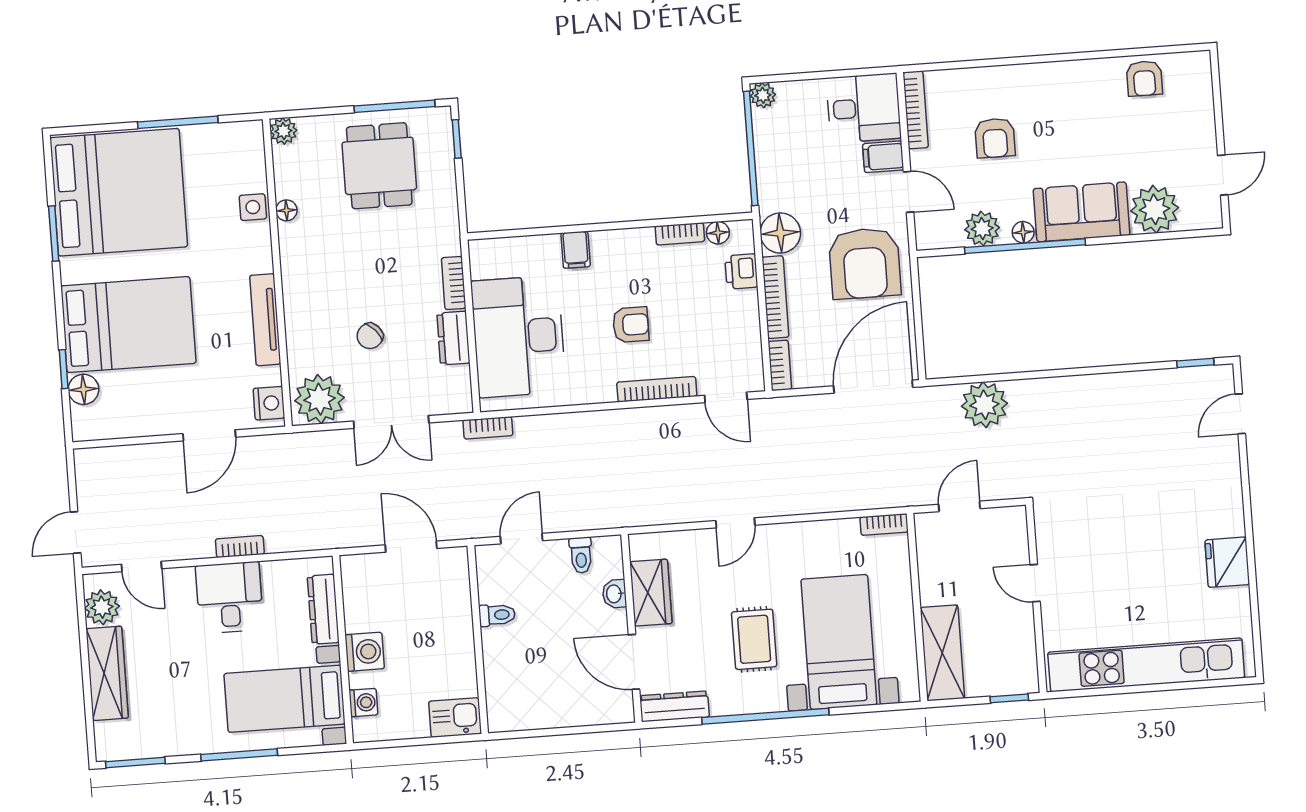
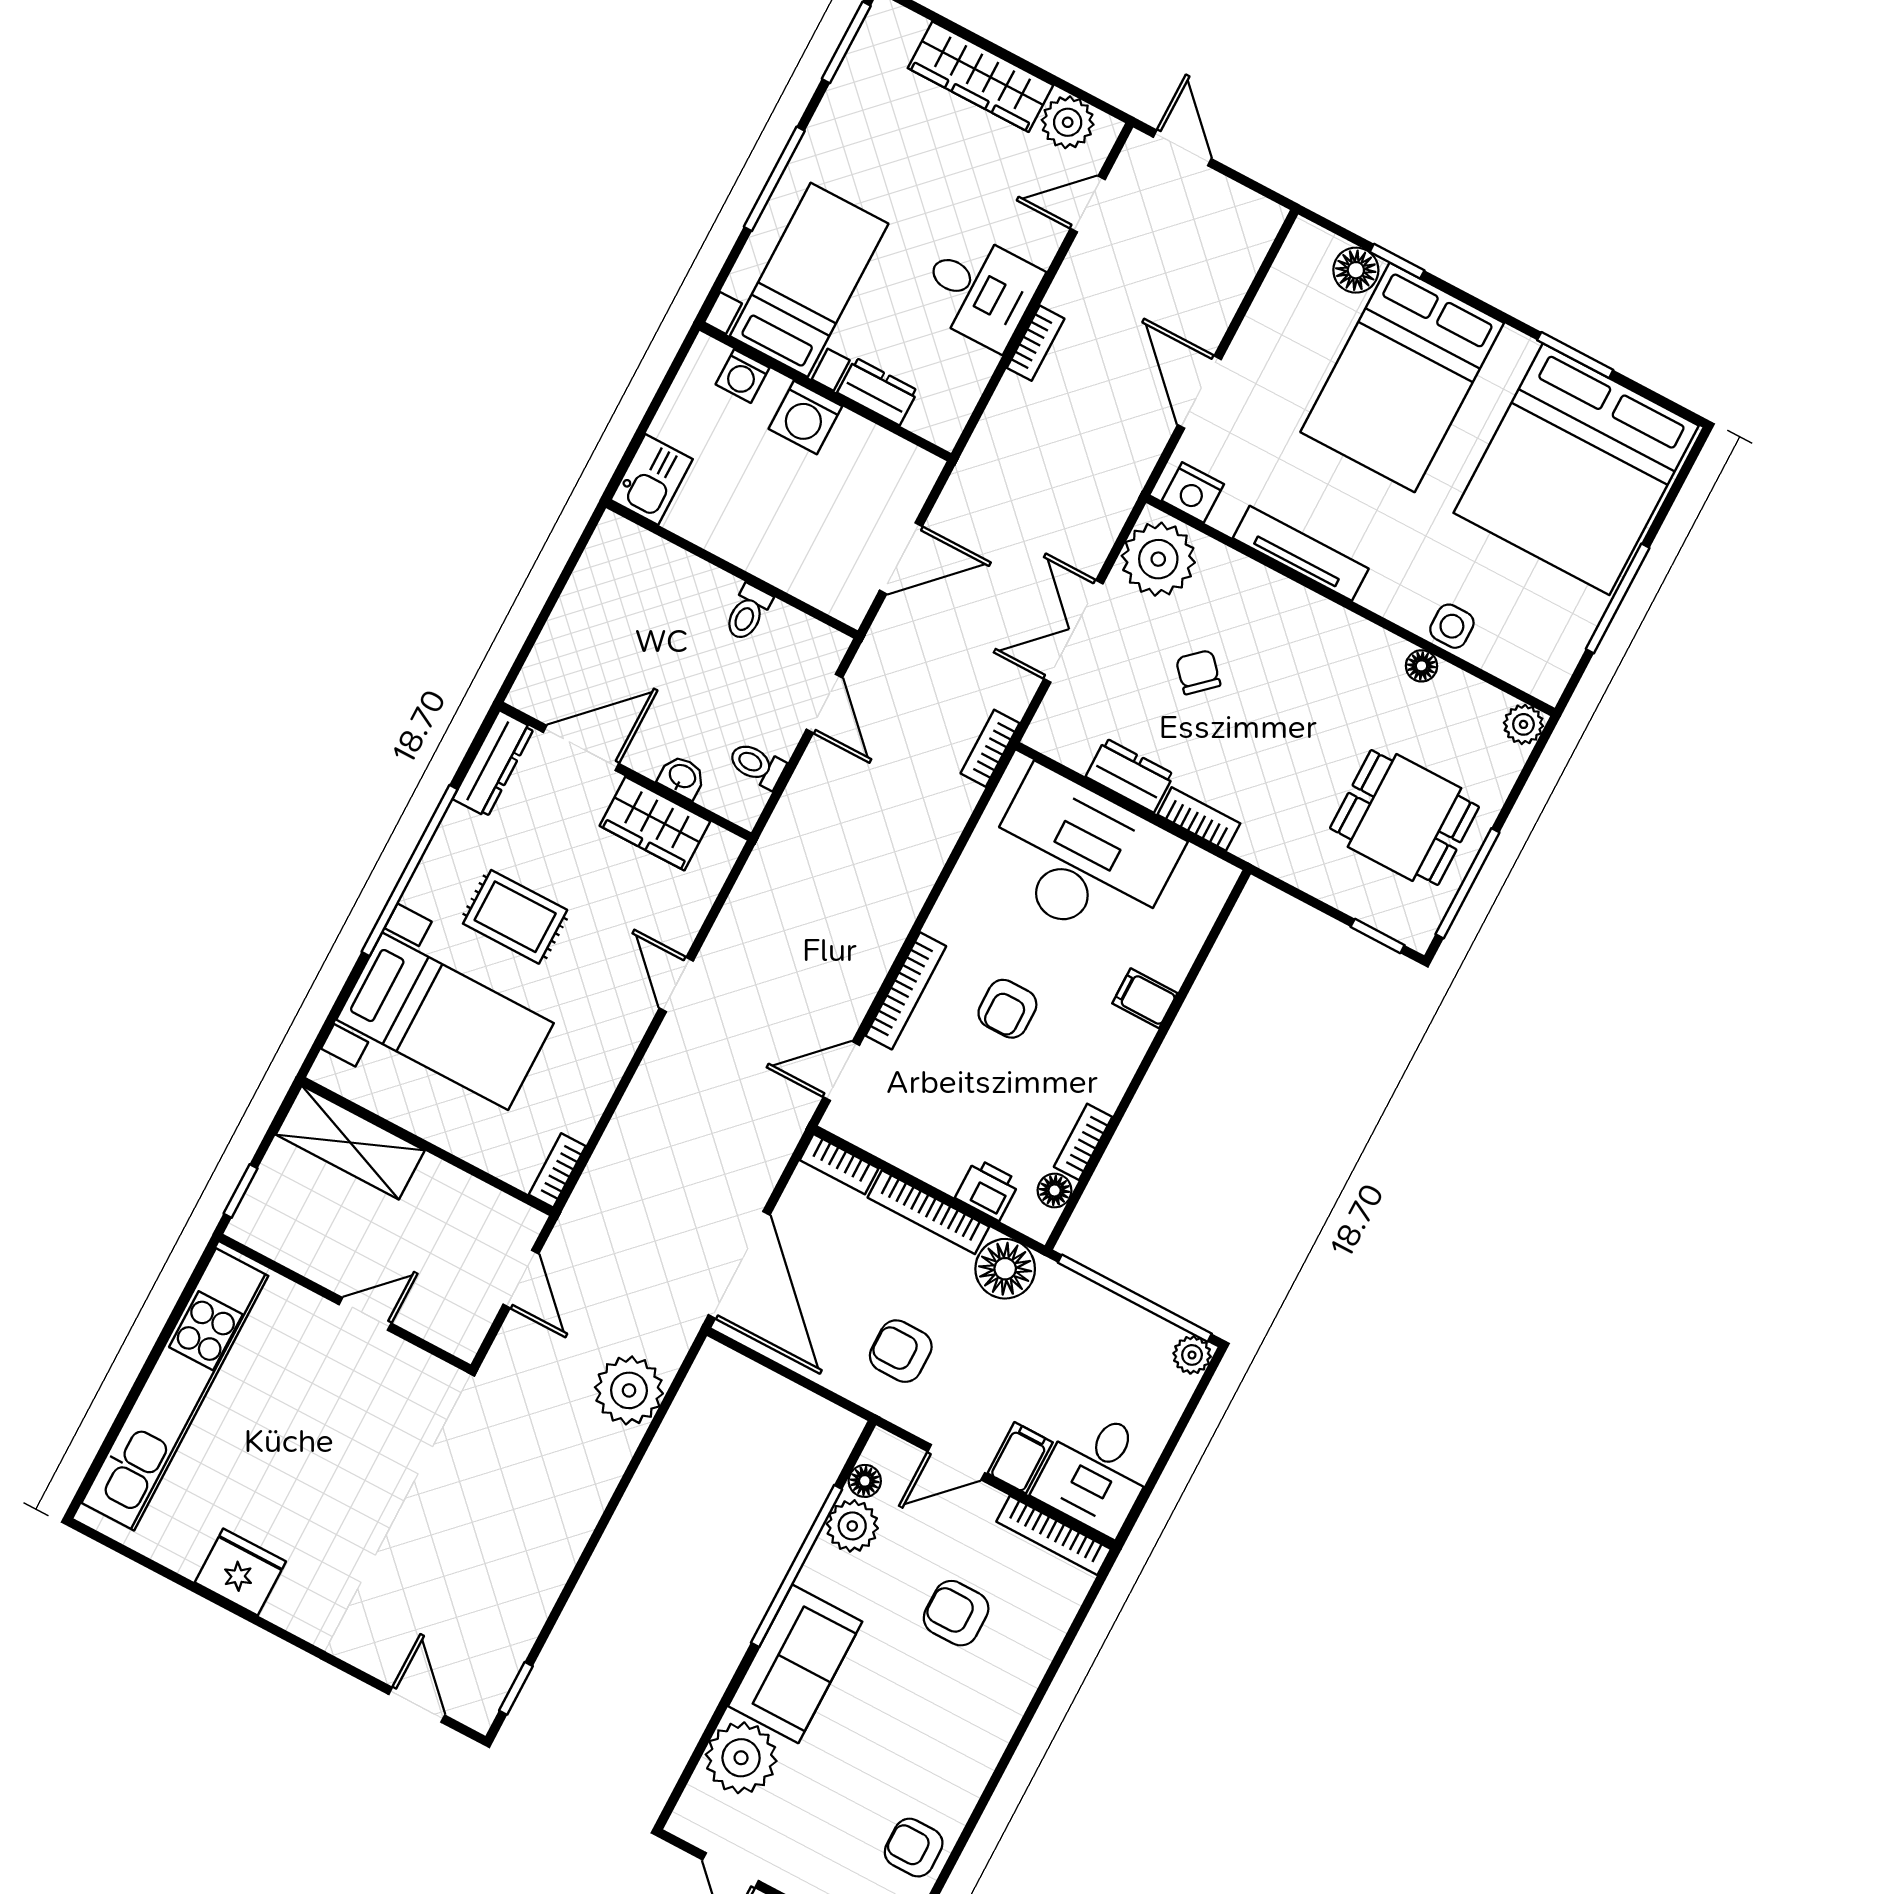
floor lamp: (1023, 232) -> (865, 1481), moved
armchair: (865, 263) -> (901, 1351), width x0.53, depth x0.53
dresser: (323, 609) -> (878, 392), width x0.70

